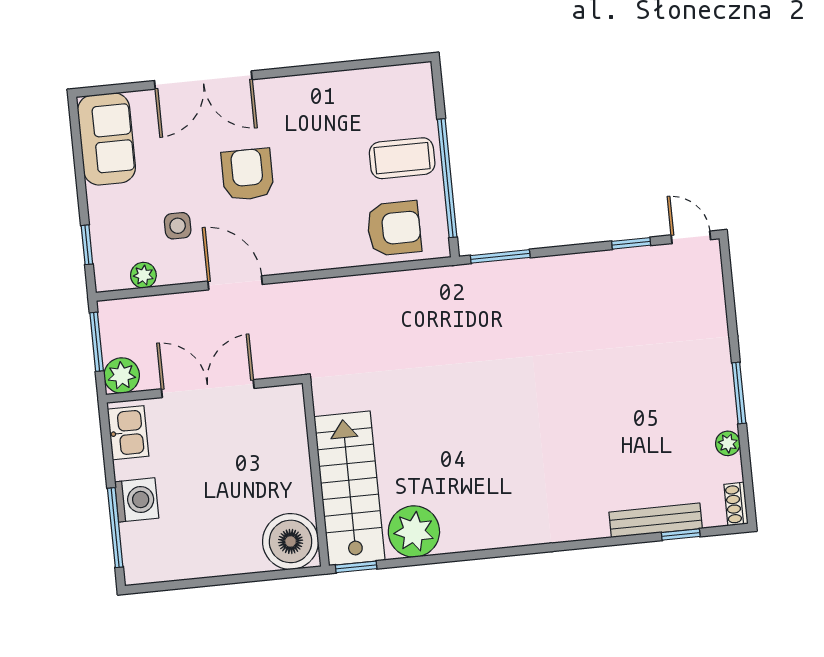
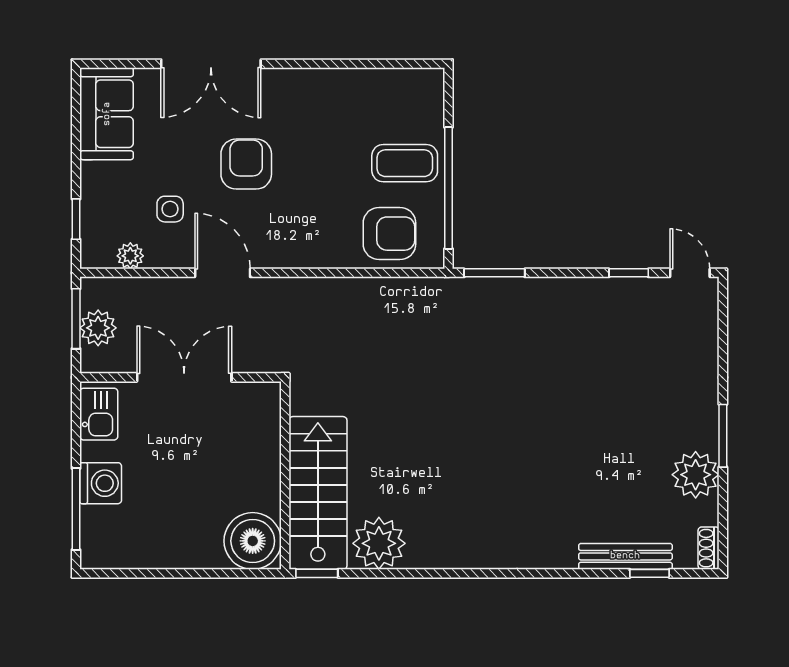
plant: (122, 375) -> (98, 328), moved
plant: (728, 443) -> (696, 475), width x1.88, depth x1.88

